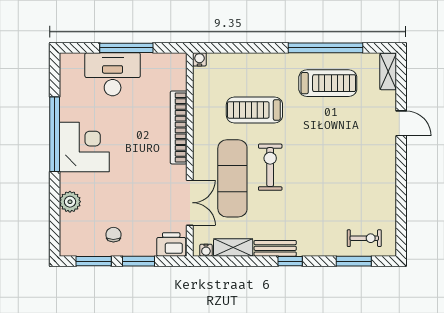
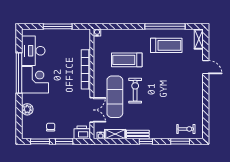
desk: (113, 74) -> (33, 51), moved, turned -90

